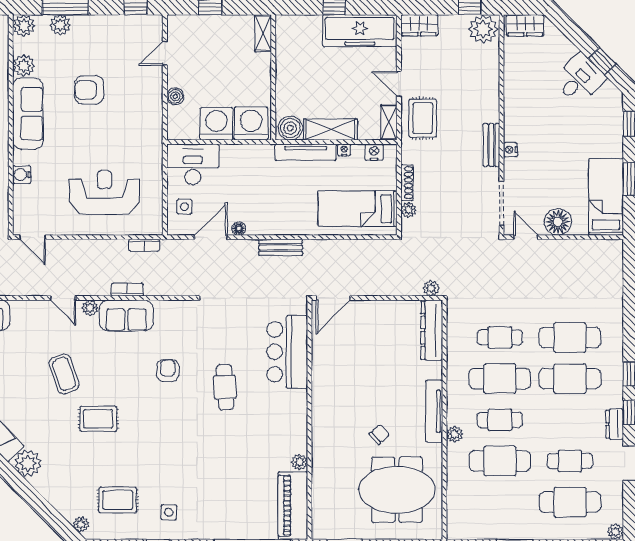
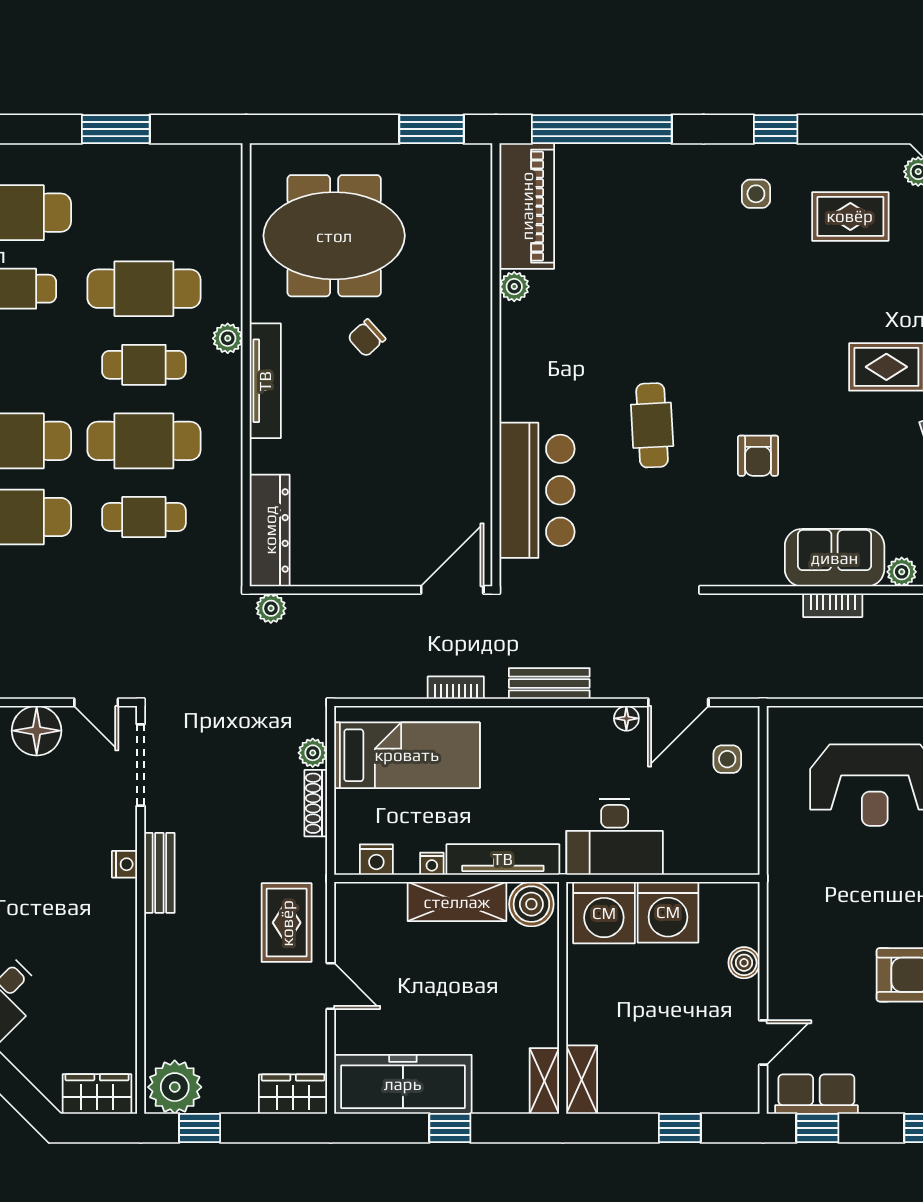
row of seats: (136, 25) -> (816, 1094), added
shelving: (389, 122) -> (544, 1081), moved
desk: (193, 164) -> (615, 837), moved
bookcase: (144, 245) -> (456, 688), moved

